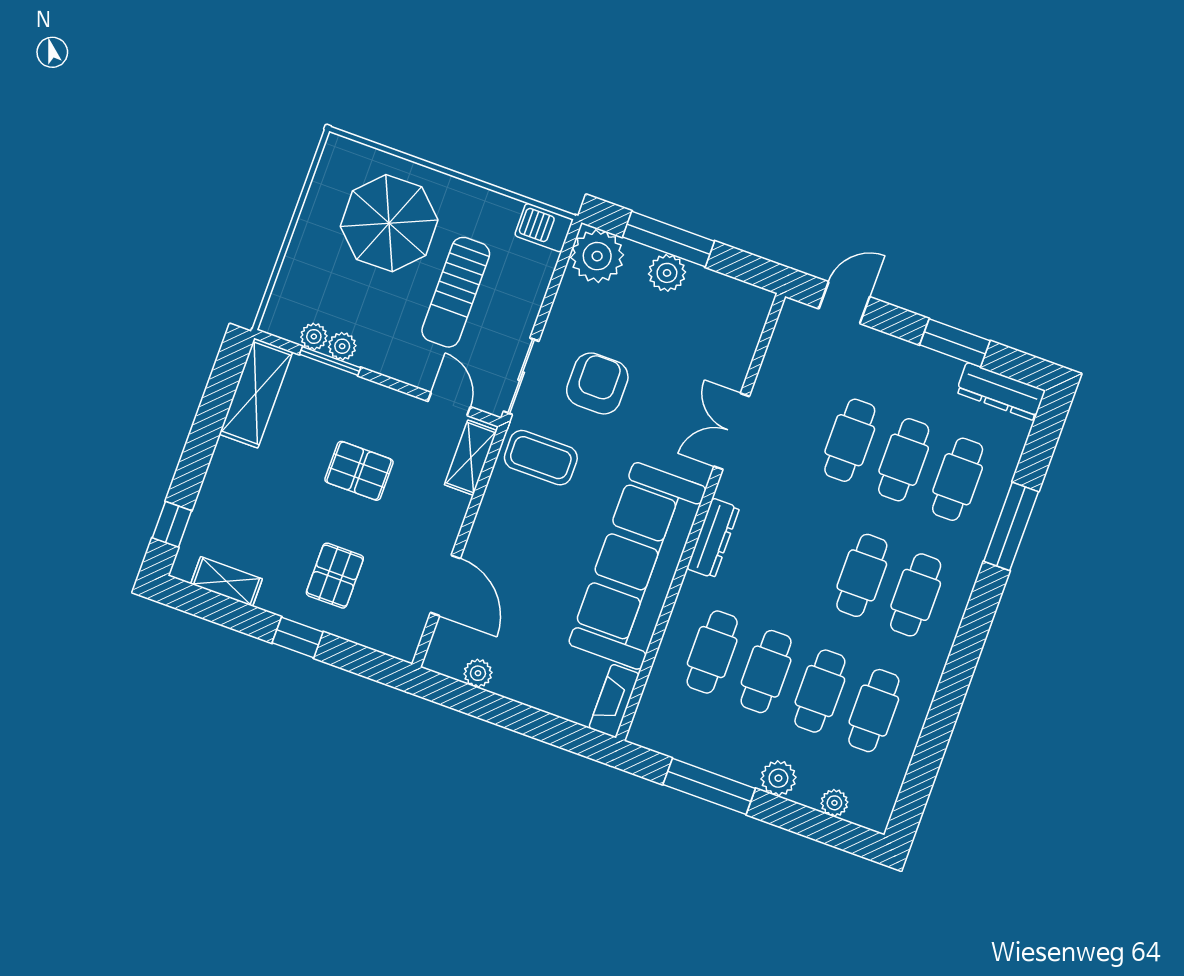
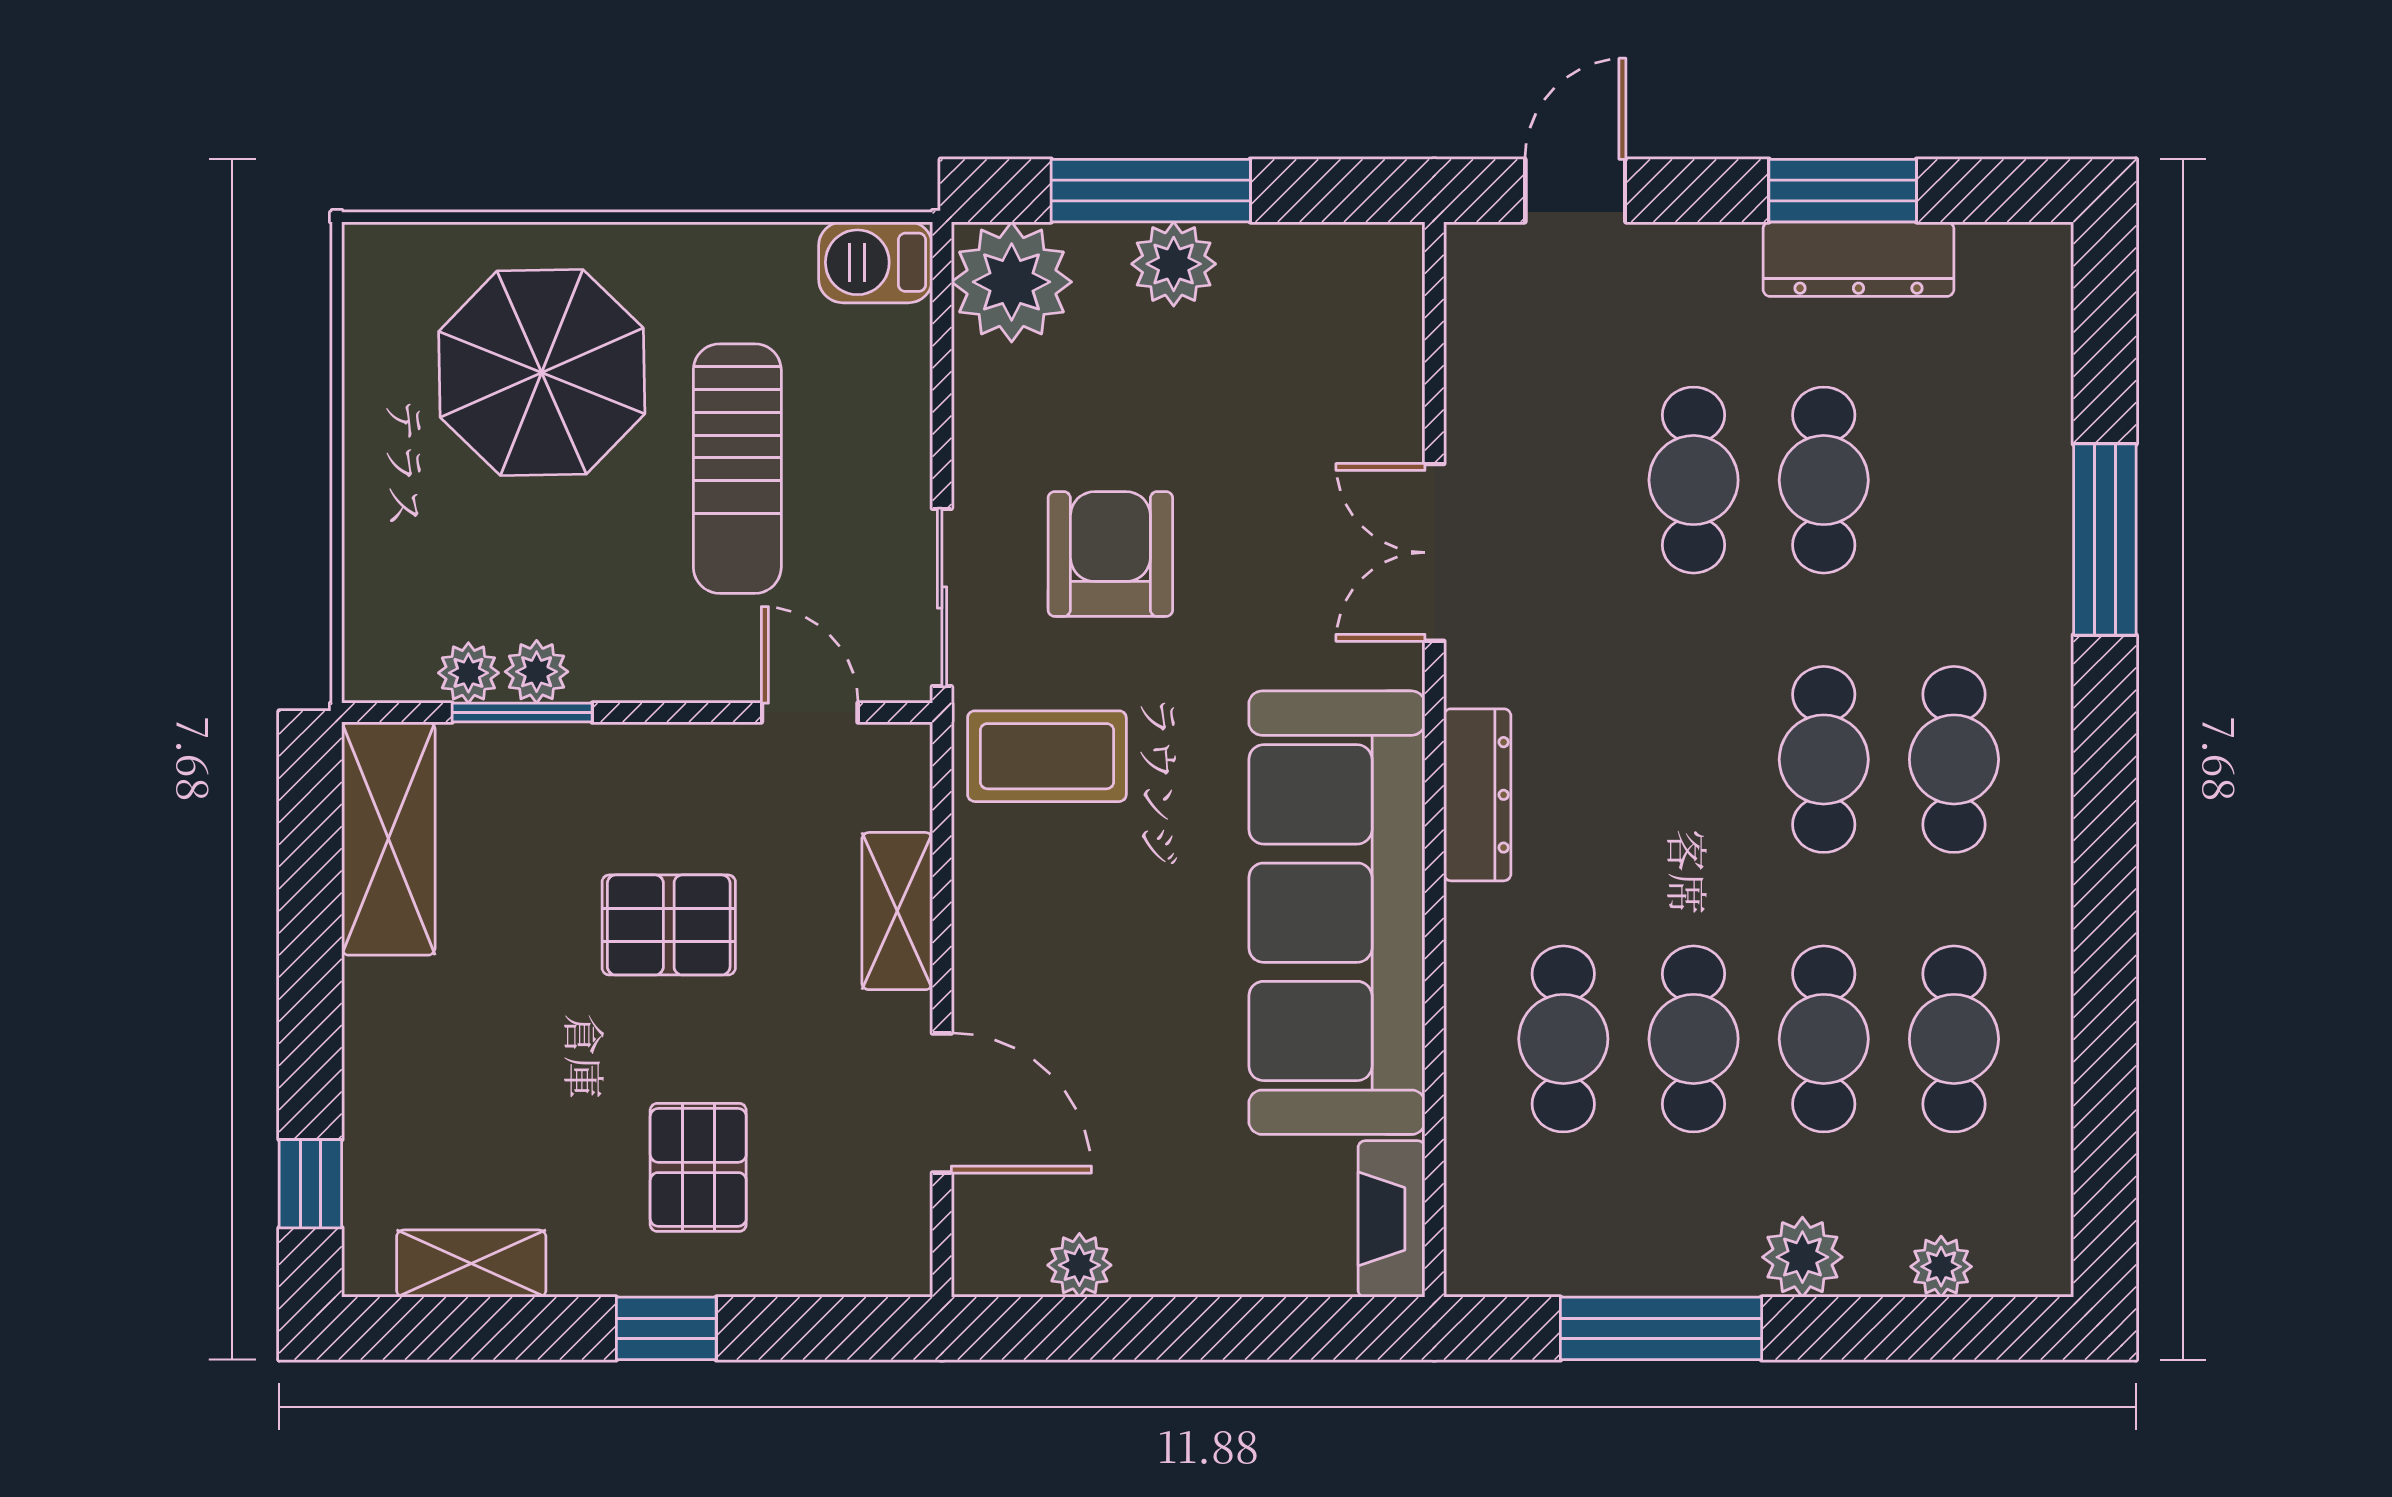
dresser: (1001, 391) -> (1858, 259), moved
shelving: (471, 458) -> (897, 911), moved
cafe table: (958, 479) -> (1954, 480), removed

